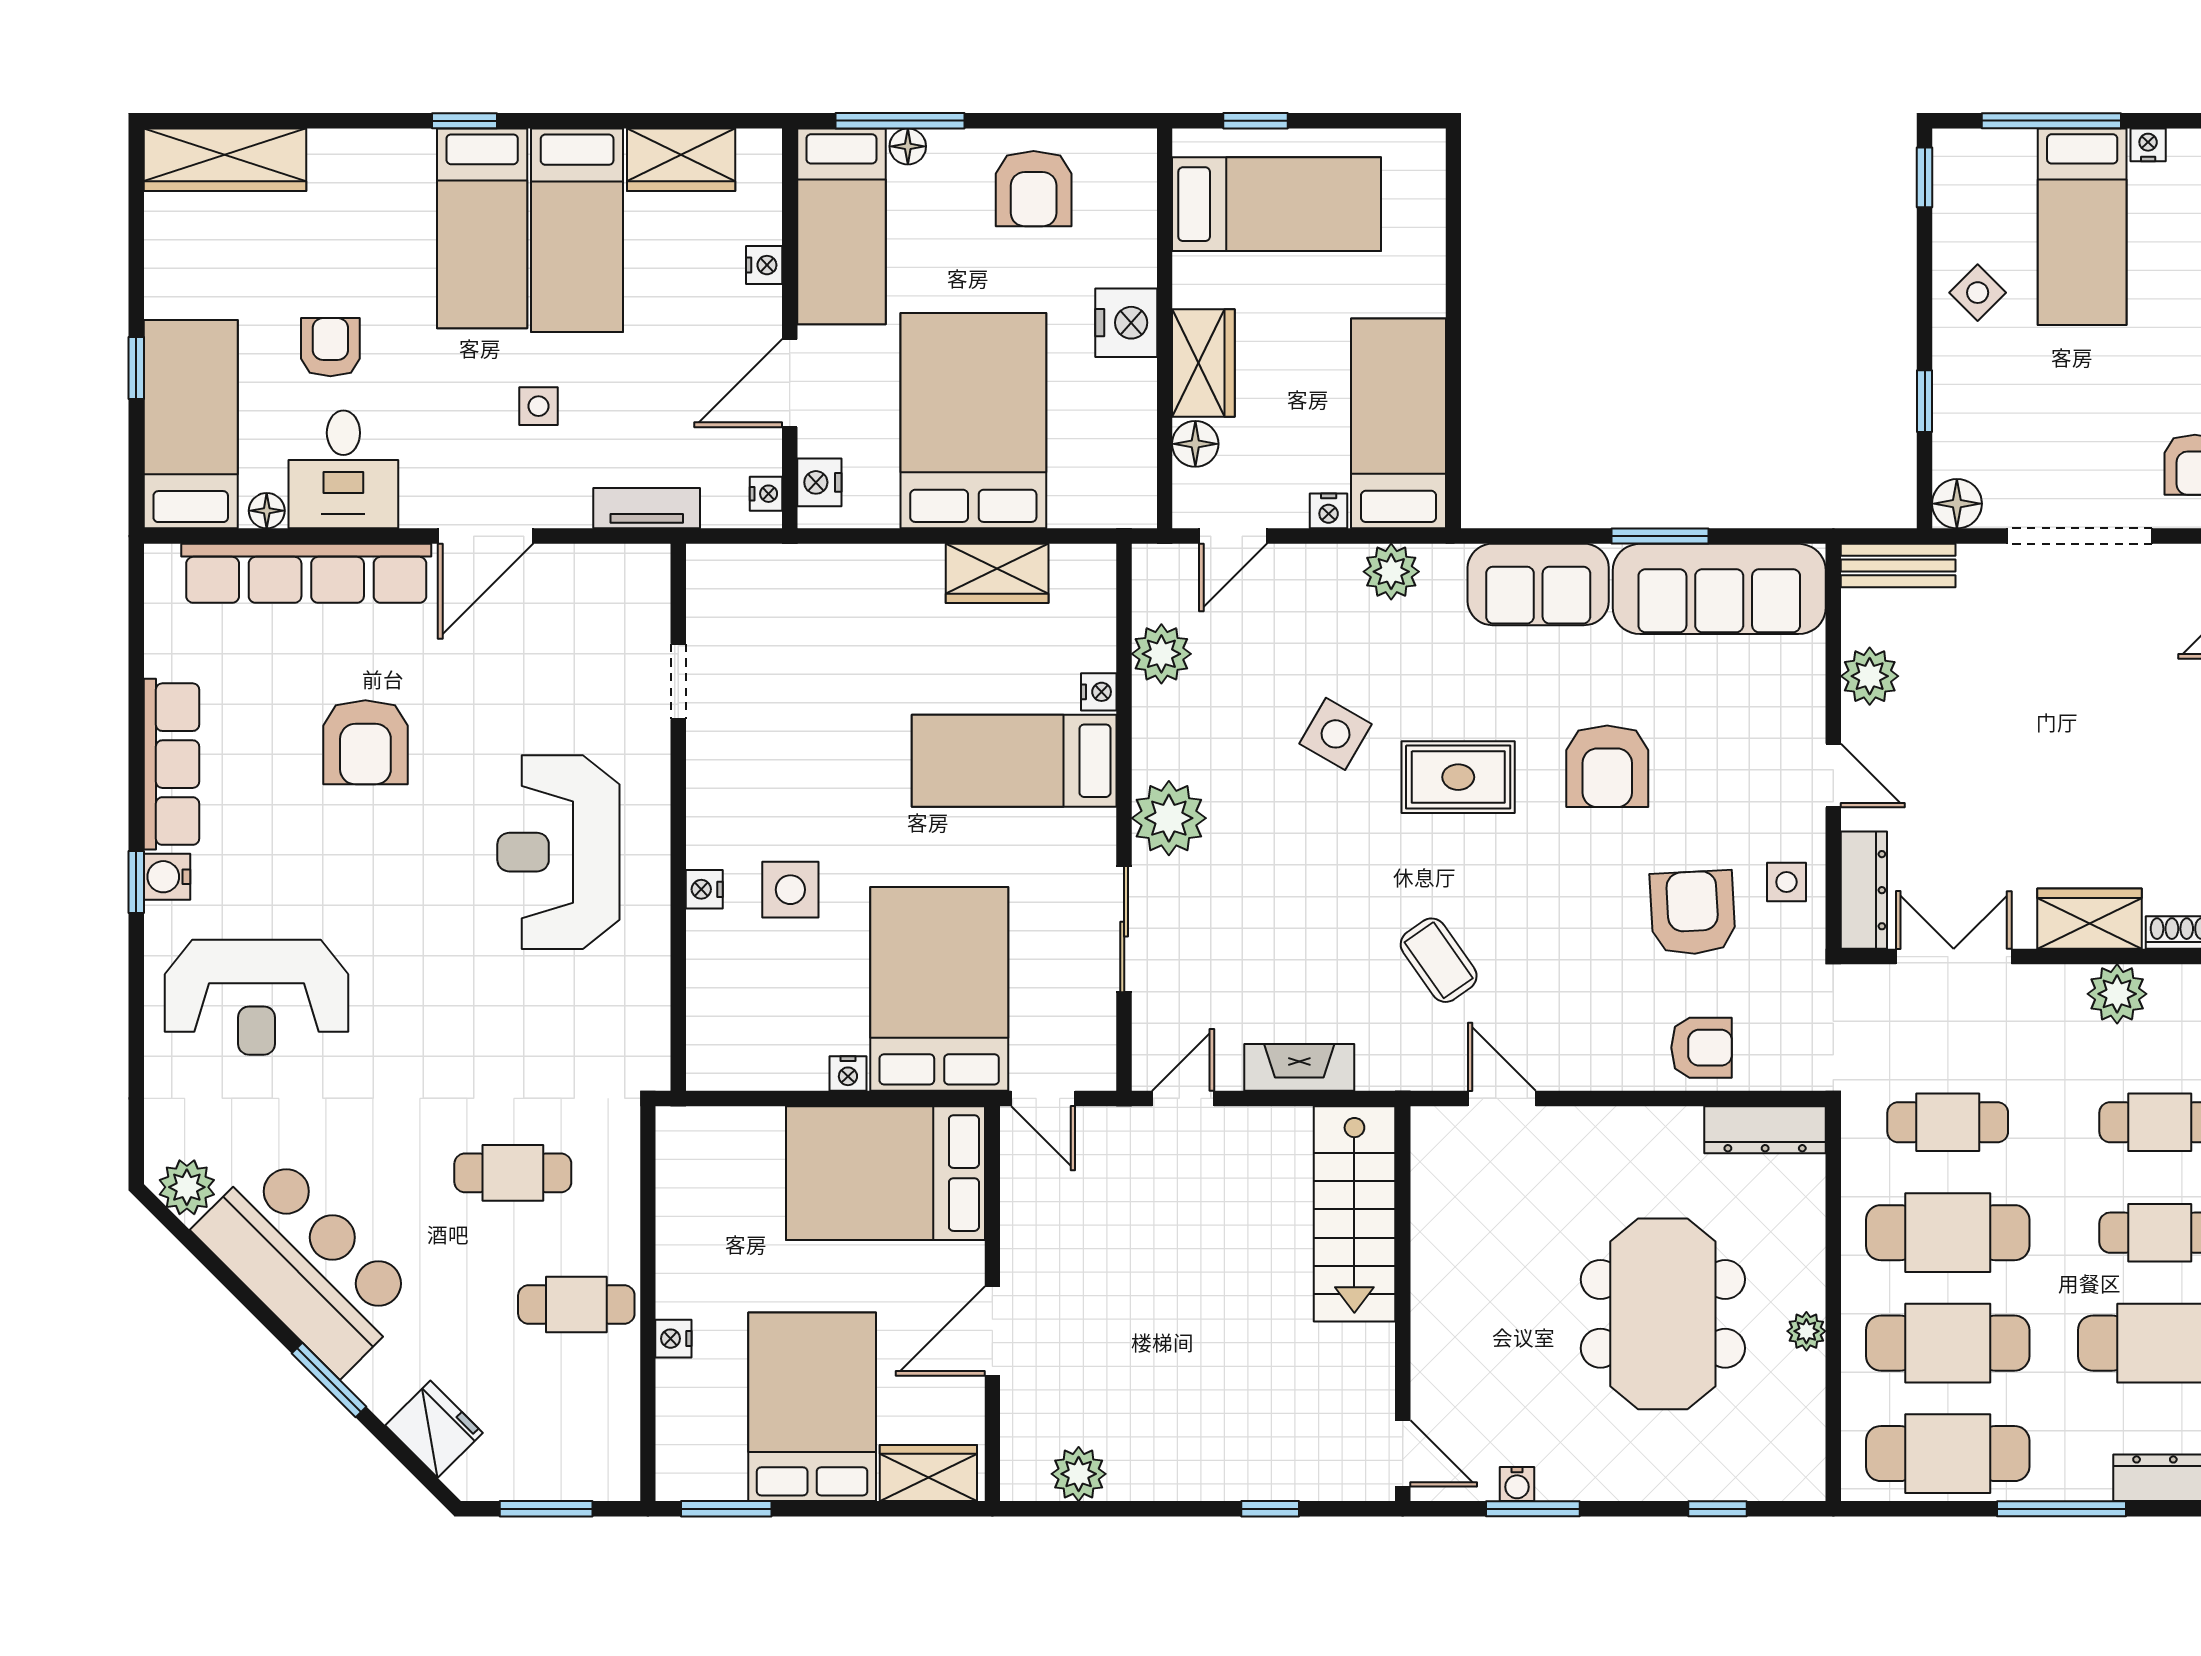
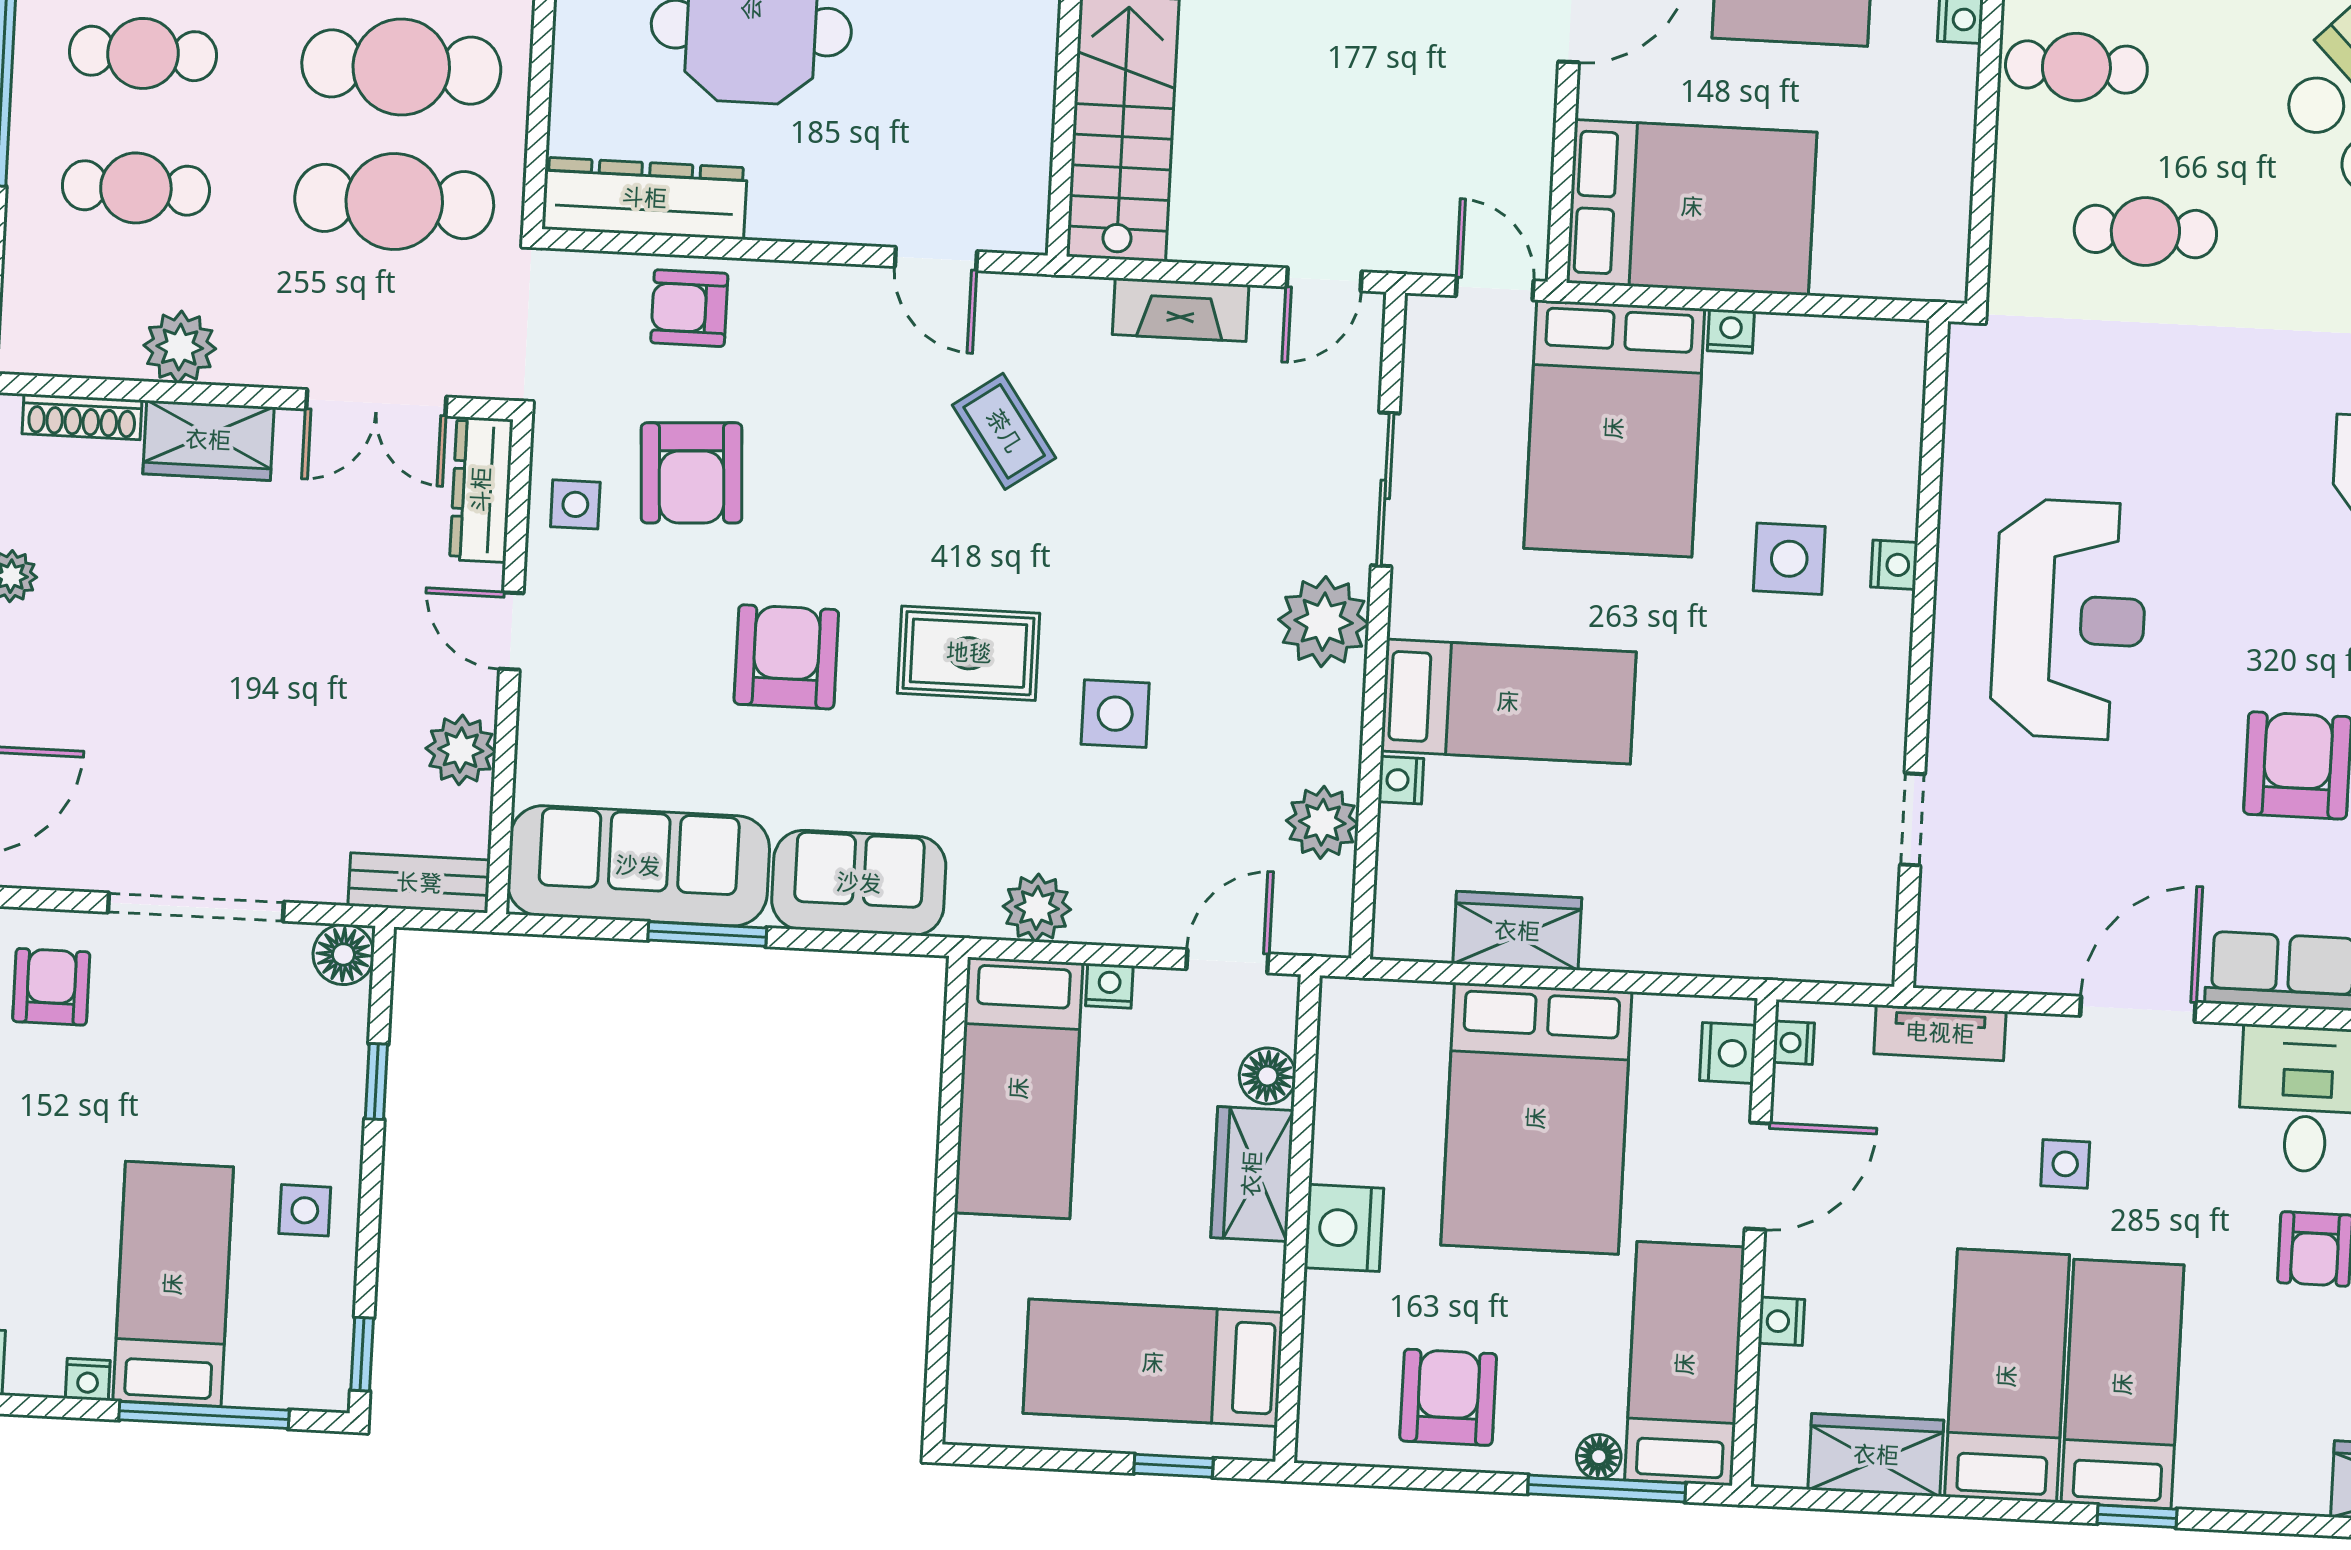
side table: (1978, 293) -> (305, 1210), turned 45
side table: (1336, 734) -> (1115, 714), turned -30
cafe table: (1948, 1122) -> (394, 201), width x1.37, depth x1.35
dresser: (1765, 1130) -> (644, 198), width x1.37, depth x1.24

